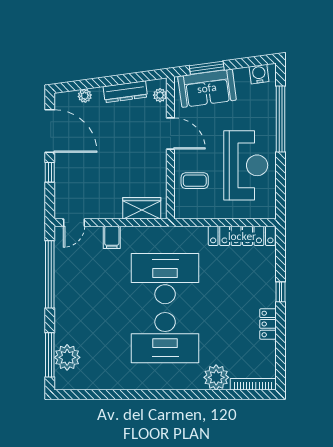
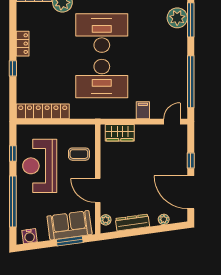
window: (280, 181) -> (13, 154), added

